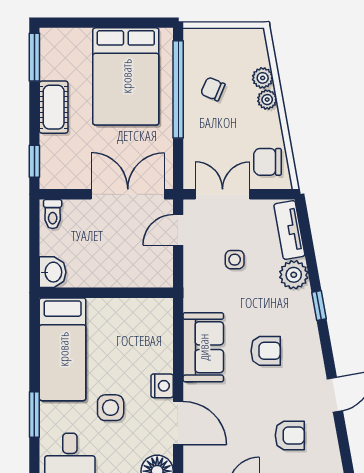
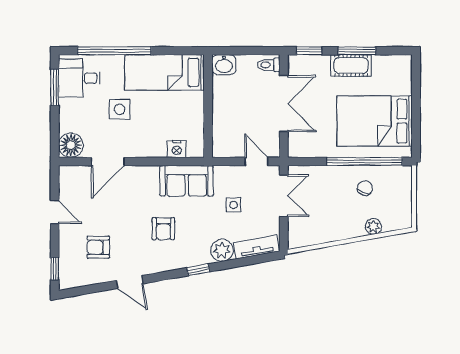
window: (34, 57) -> (357, 51), moved
plant: (267, 100) -> (357, 230), removed
chair: (267, 162) -> (309, 230), removed
double door: (128, 194) -> (284, 104), moved
sofa: (203, 347) -> (187, 181), moved
nightstand: (162, 386) -> (177, 149), moved
window: (34, 415) -> (114, 51), width x2.11
armchair: (290, 435) -> (98, 247), turned 90

